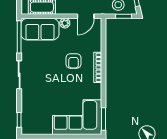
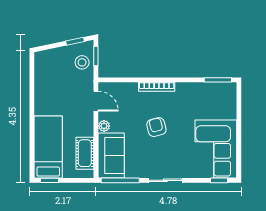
armchair: (74, 61) -> (156, 127), moved, turned -104
corner sofa: (77, 117) -> (216, 149), moved

